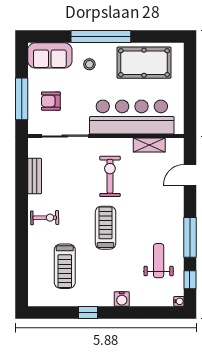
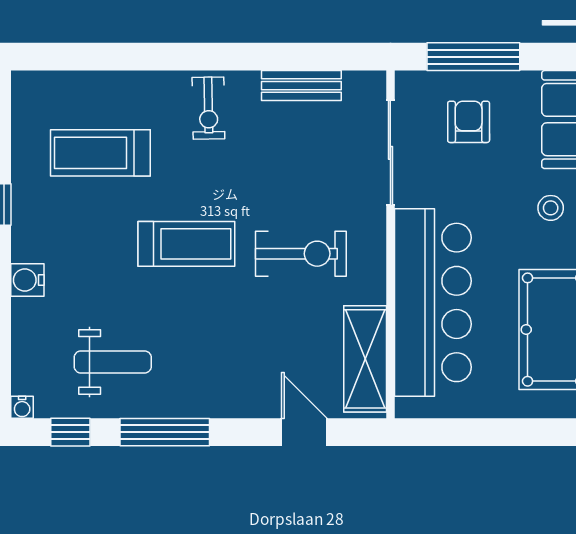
shelving: (149, 145) -> (365, 359), width x1.50, depth x1.33

